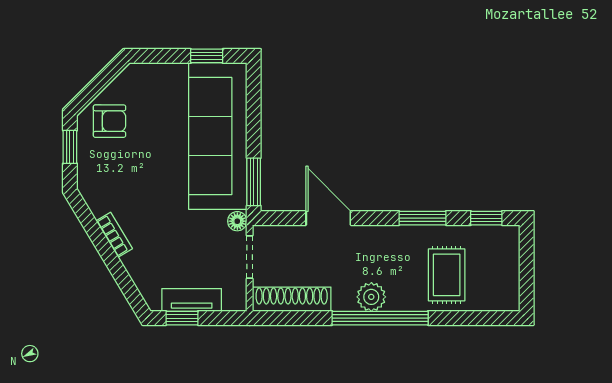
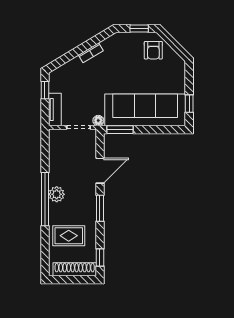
window: (422, 218) -> (100, 208), moved
shoe rack: (292, 299) -> (75, 269), moved, turned -90
tv unit: (192, 300) -> (55, 109), moved

